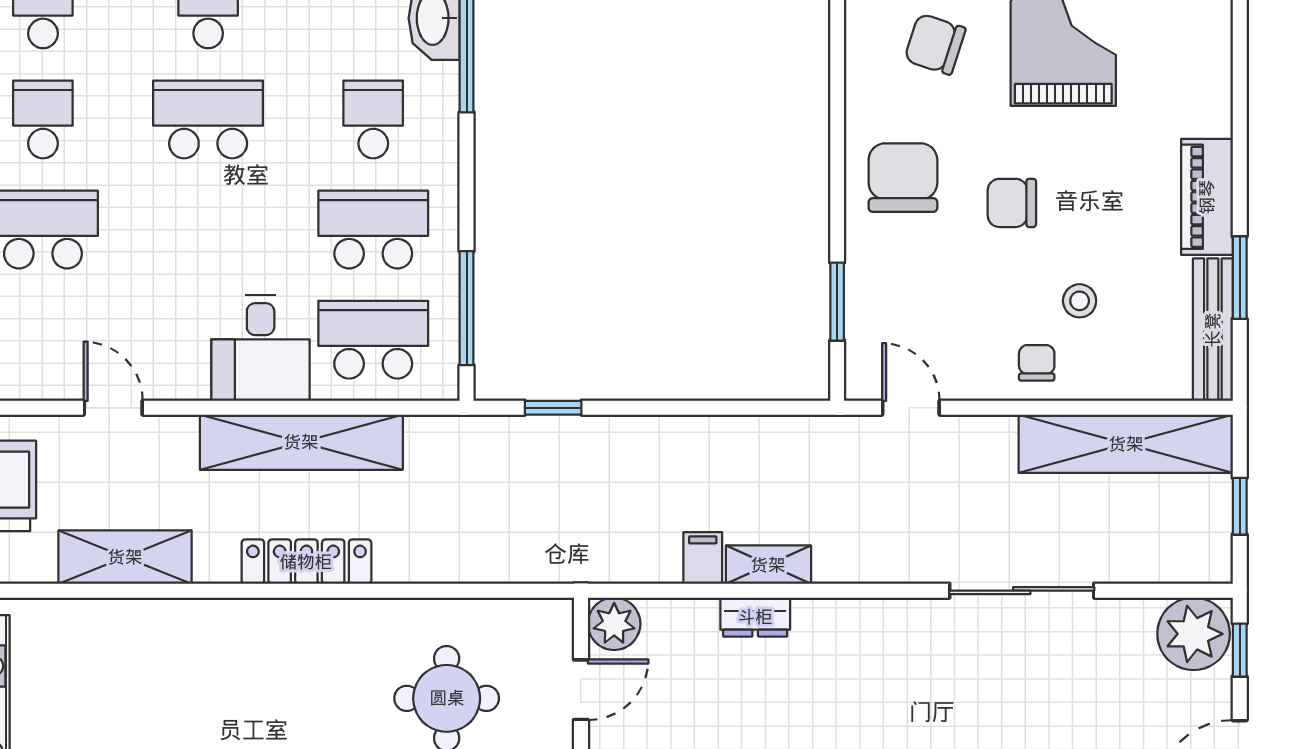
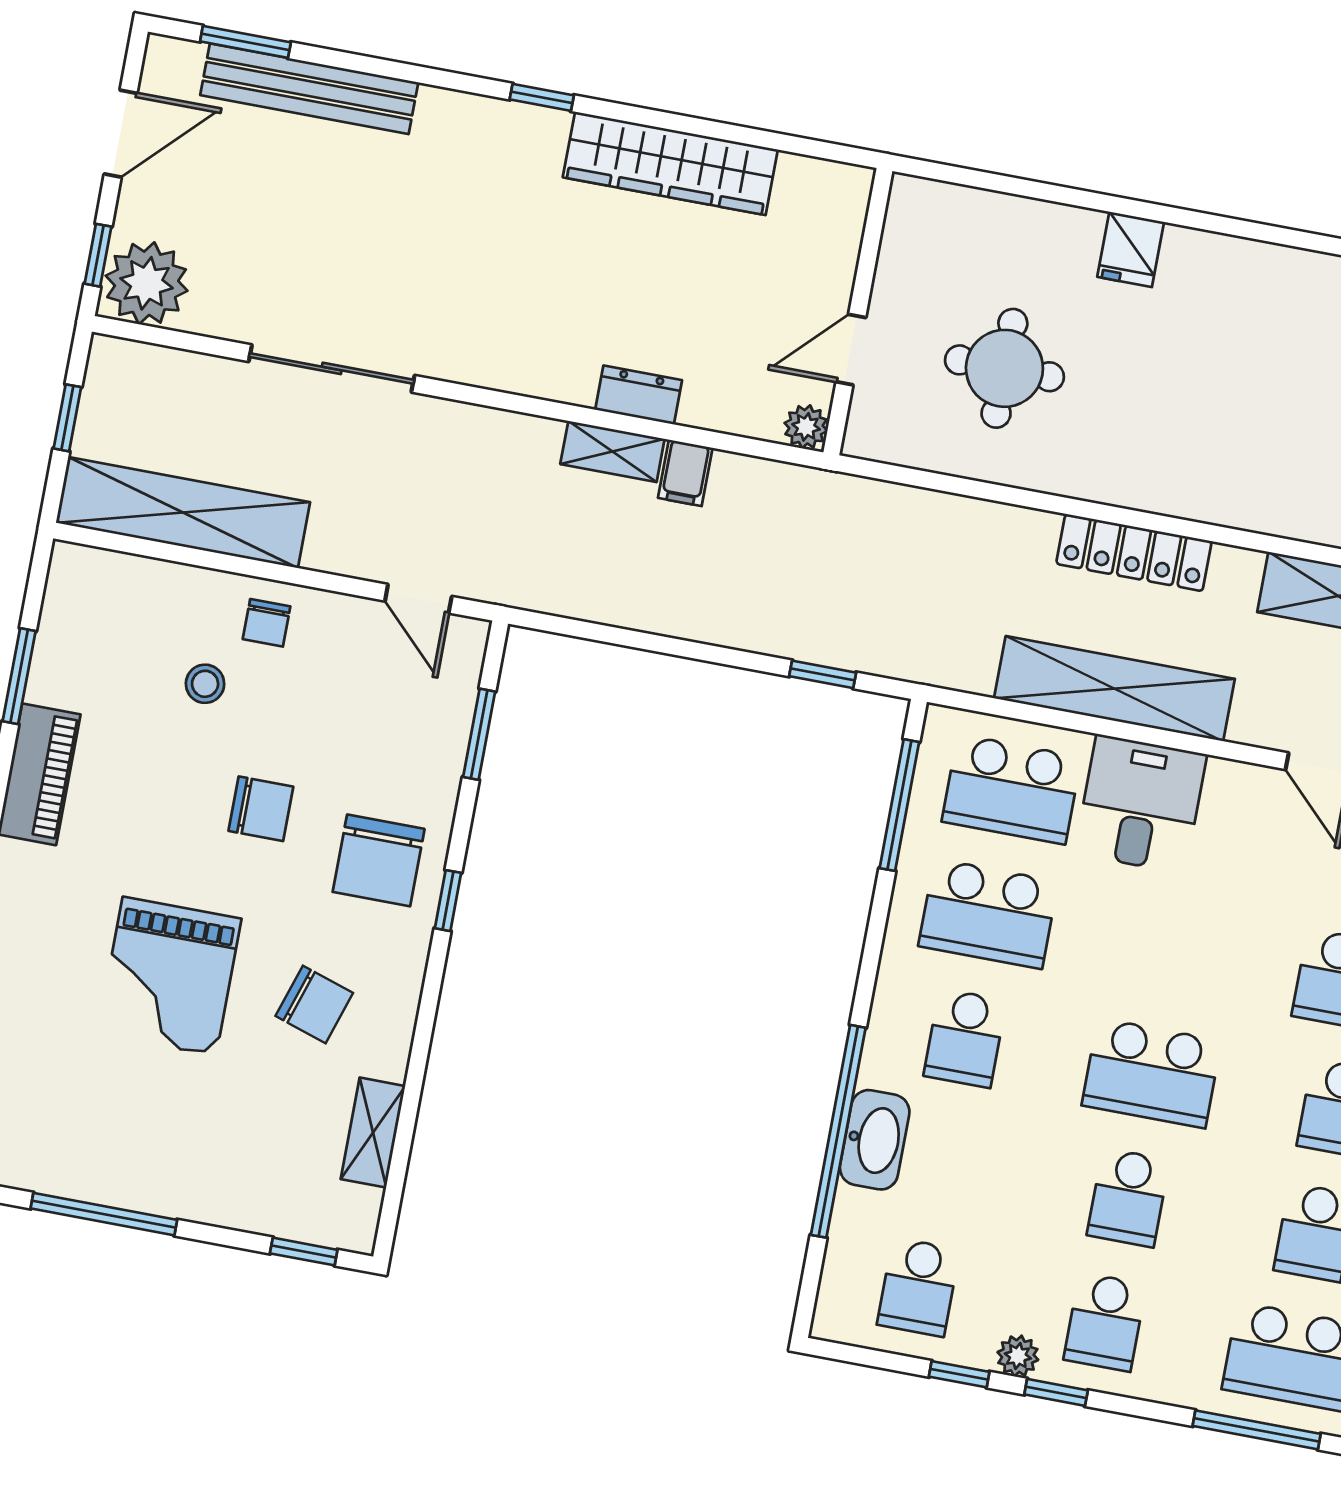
window: (837, 154) -> (448, 901), added
bench: (1213, 330) -> (60, 623), removed
plant: (614, 624) -> (806, 427), width x0.73, depth x0.73

